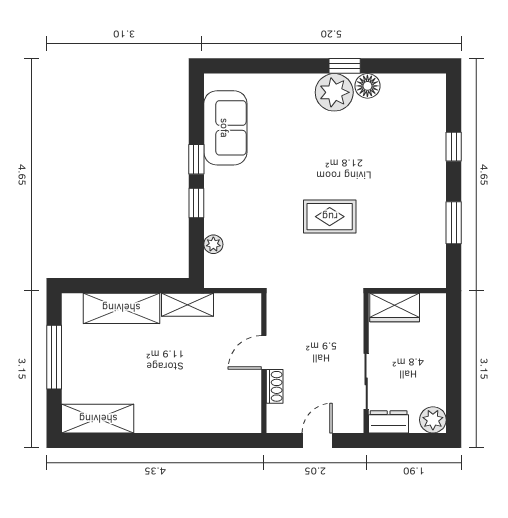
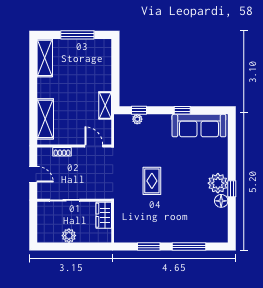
sofa: (225, 128) -> (199, 126), width x1.36
window: (454, 147) -> (189, 247), width x2.17
window: (196, 203) -> (139, 110), moved
shelving: (121, 308) -> (45, 119), moved
door: (264, 352) -> (94, 146), moved
plant: (433, 420) -> (69, 236), moved
dresser: (389, 422) -> (43, 212), removed

